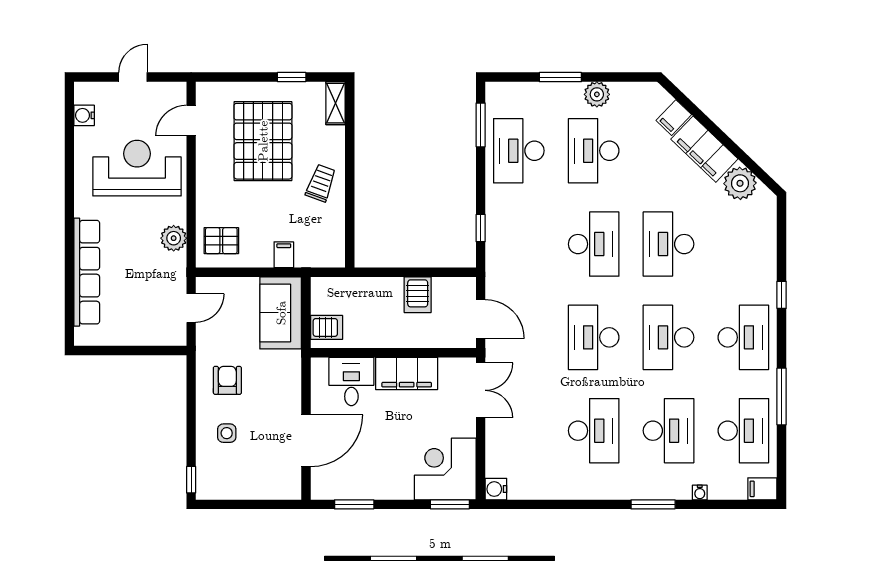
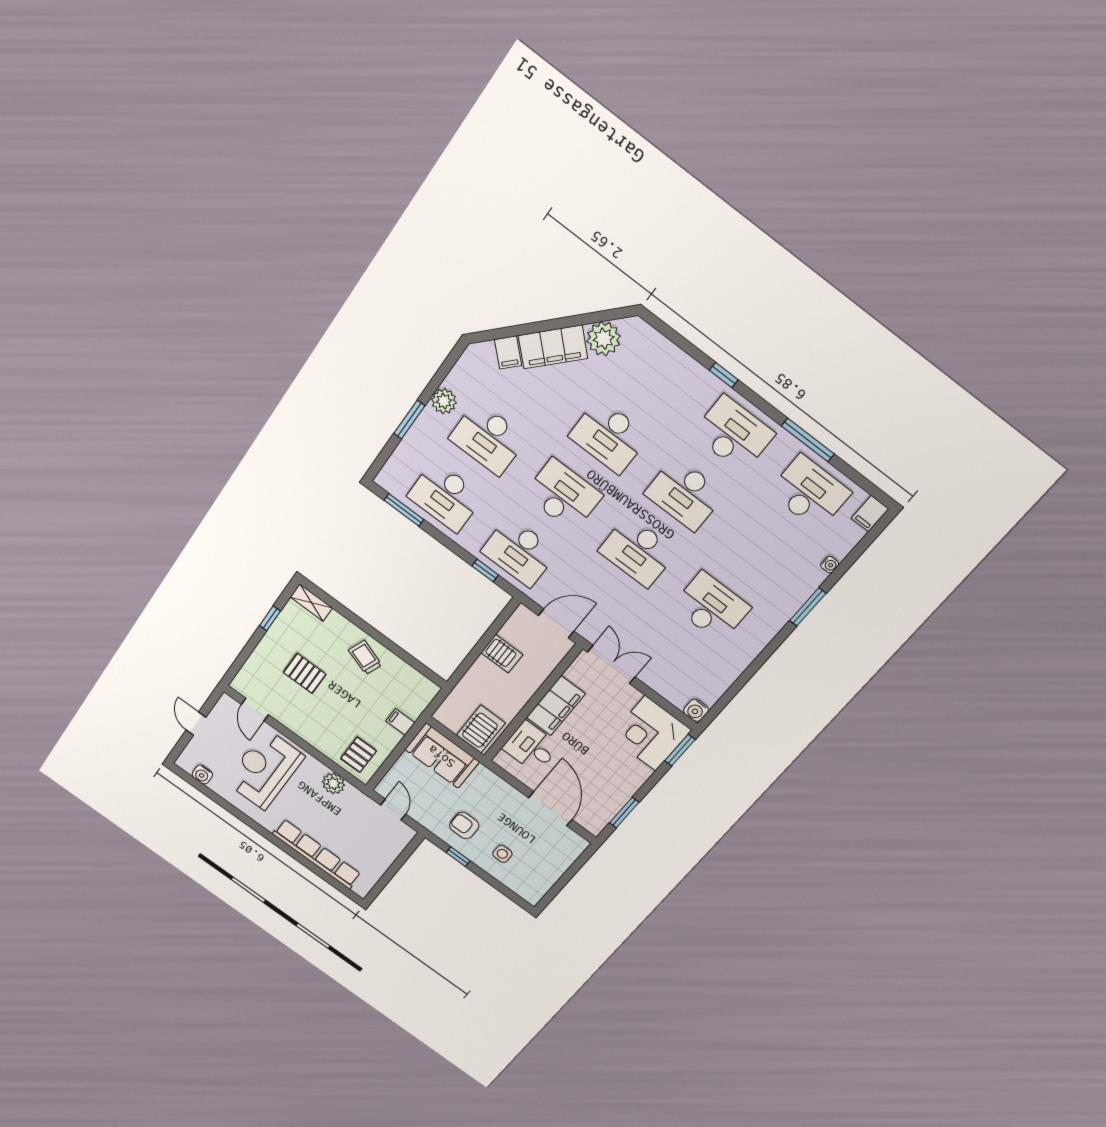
pallet: (263, 141) -> (305, 673), width x0.49, depth x0.50
server rack: (327, 327) -> (481, 729), width x1.36, depth x1.44
desk: (669, 431) -> (519, 552), moved, turned 180
window: (191, 480) -> (458, 857), moved

